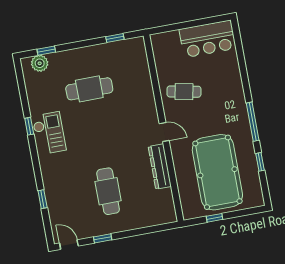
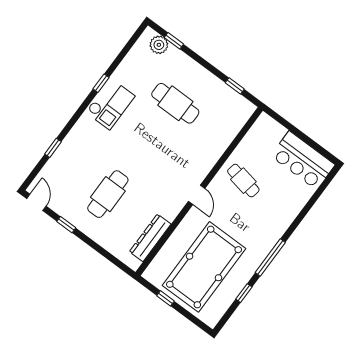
dresser: (160, 167) -> (150, 238), moved

